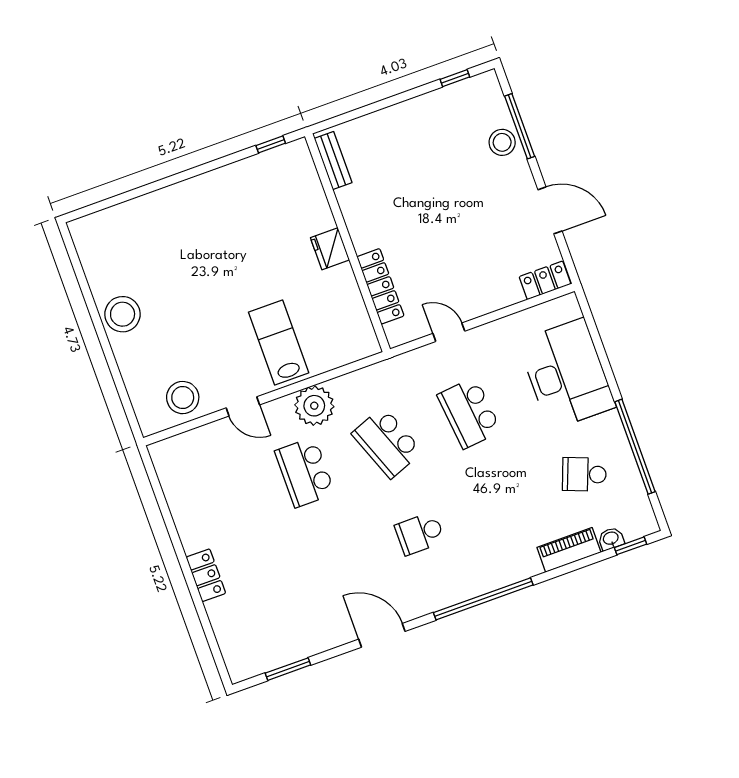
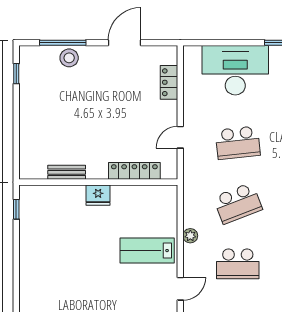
bench: (333, 161) -> (67, 172), moved
locker: (545, 280) -> (169, 82), moved
plant: (314, 406) -> (190, 236), width x0.53, depth x0.53

